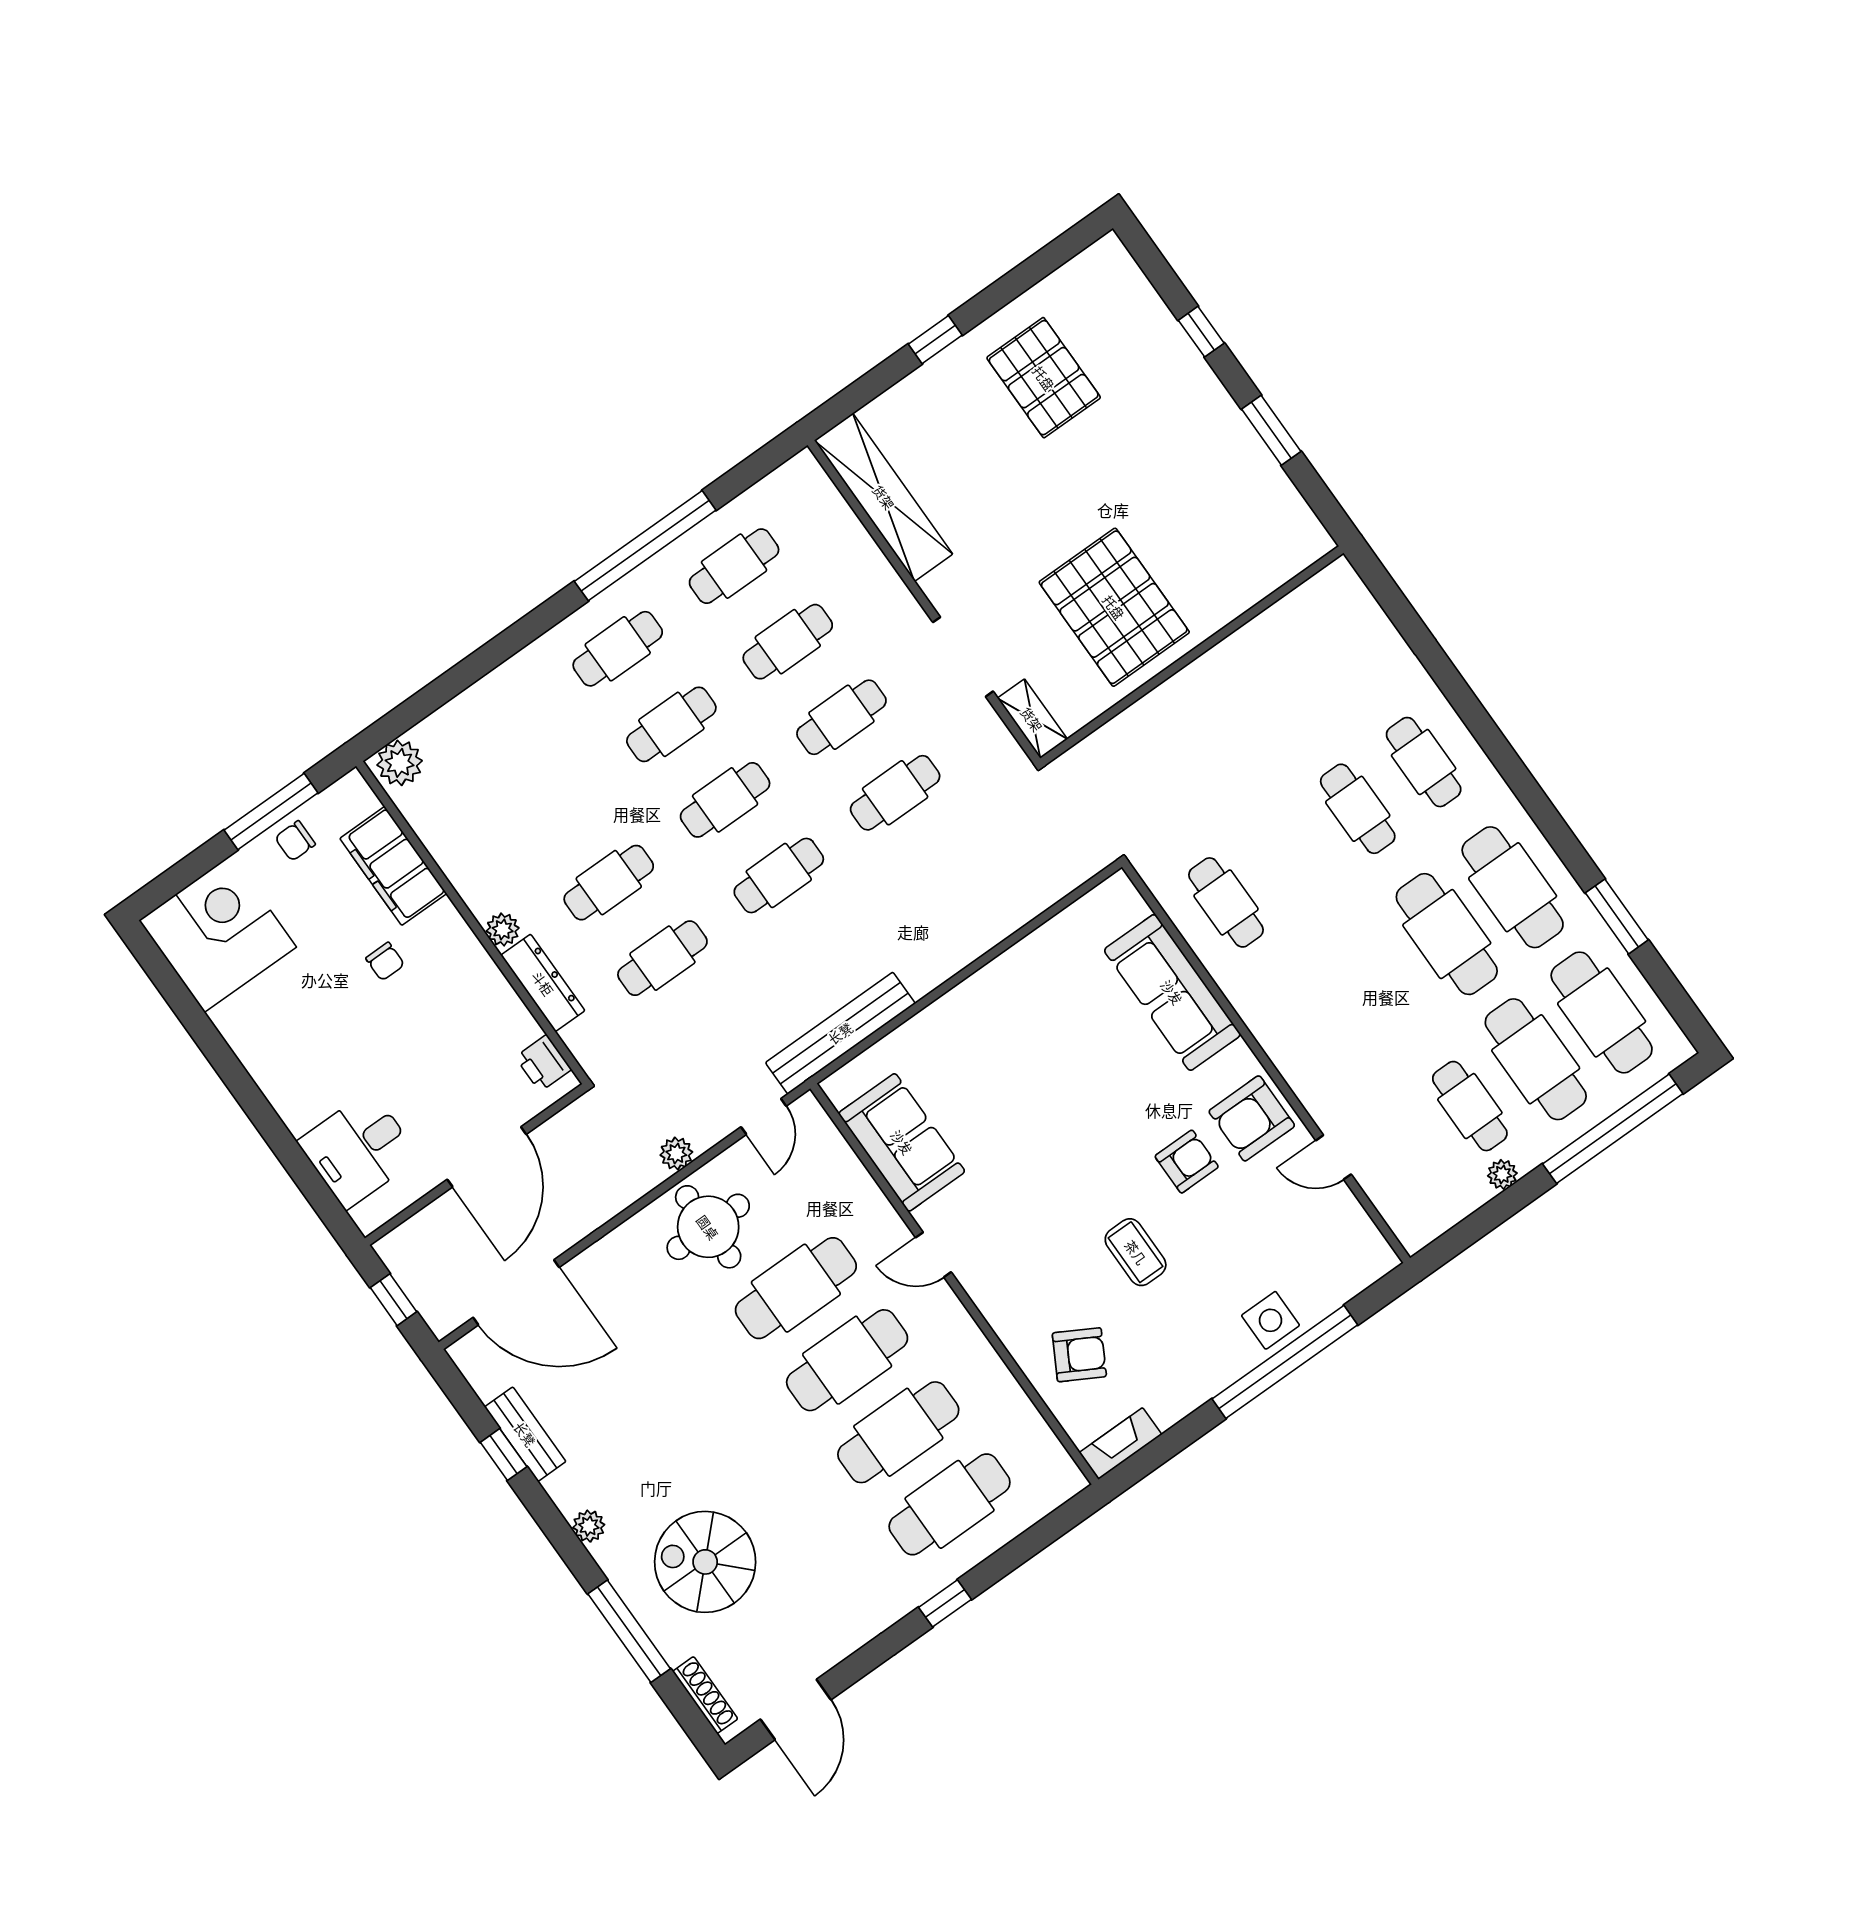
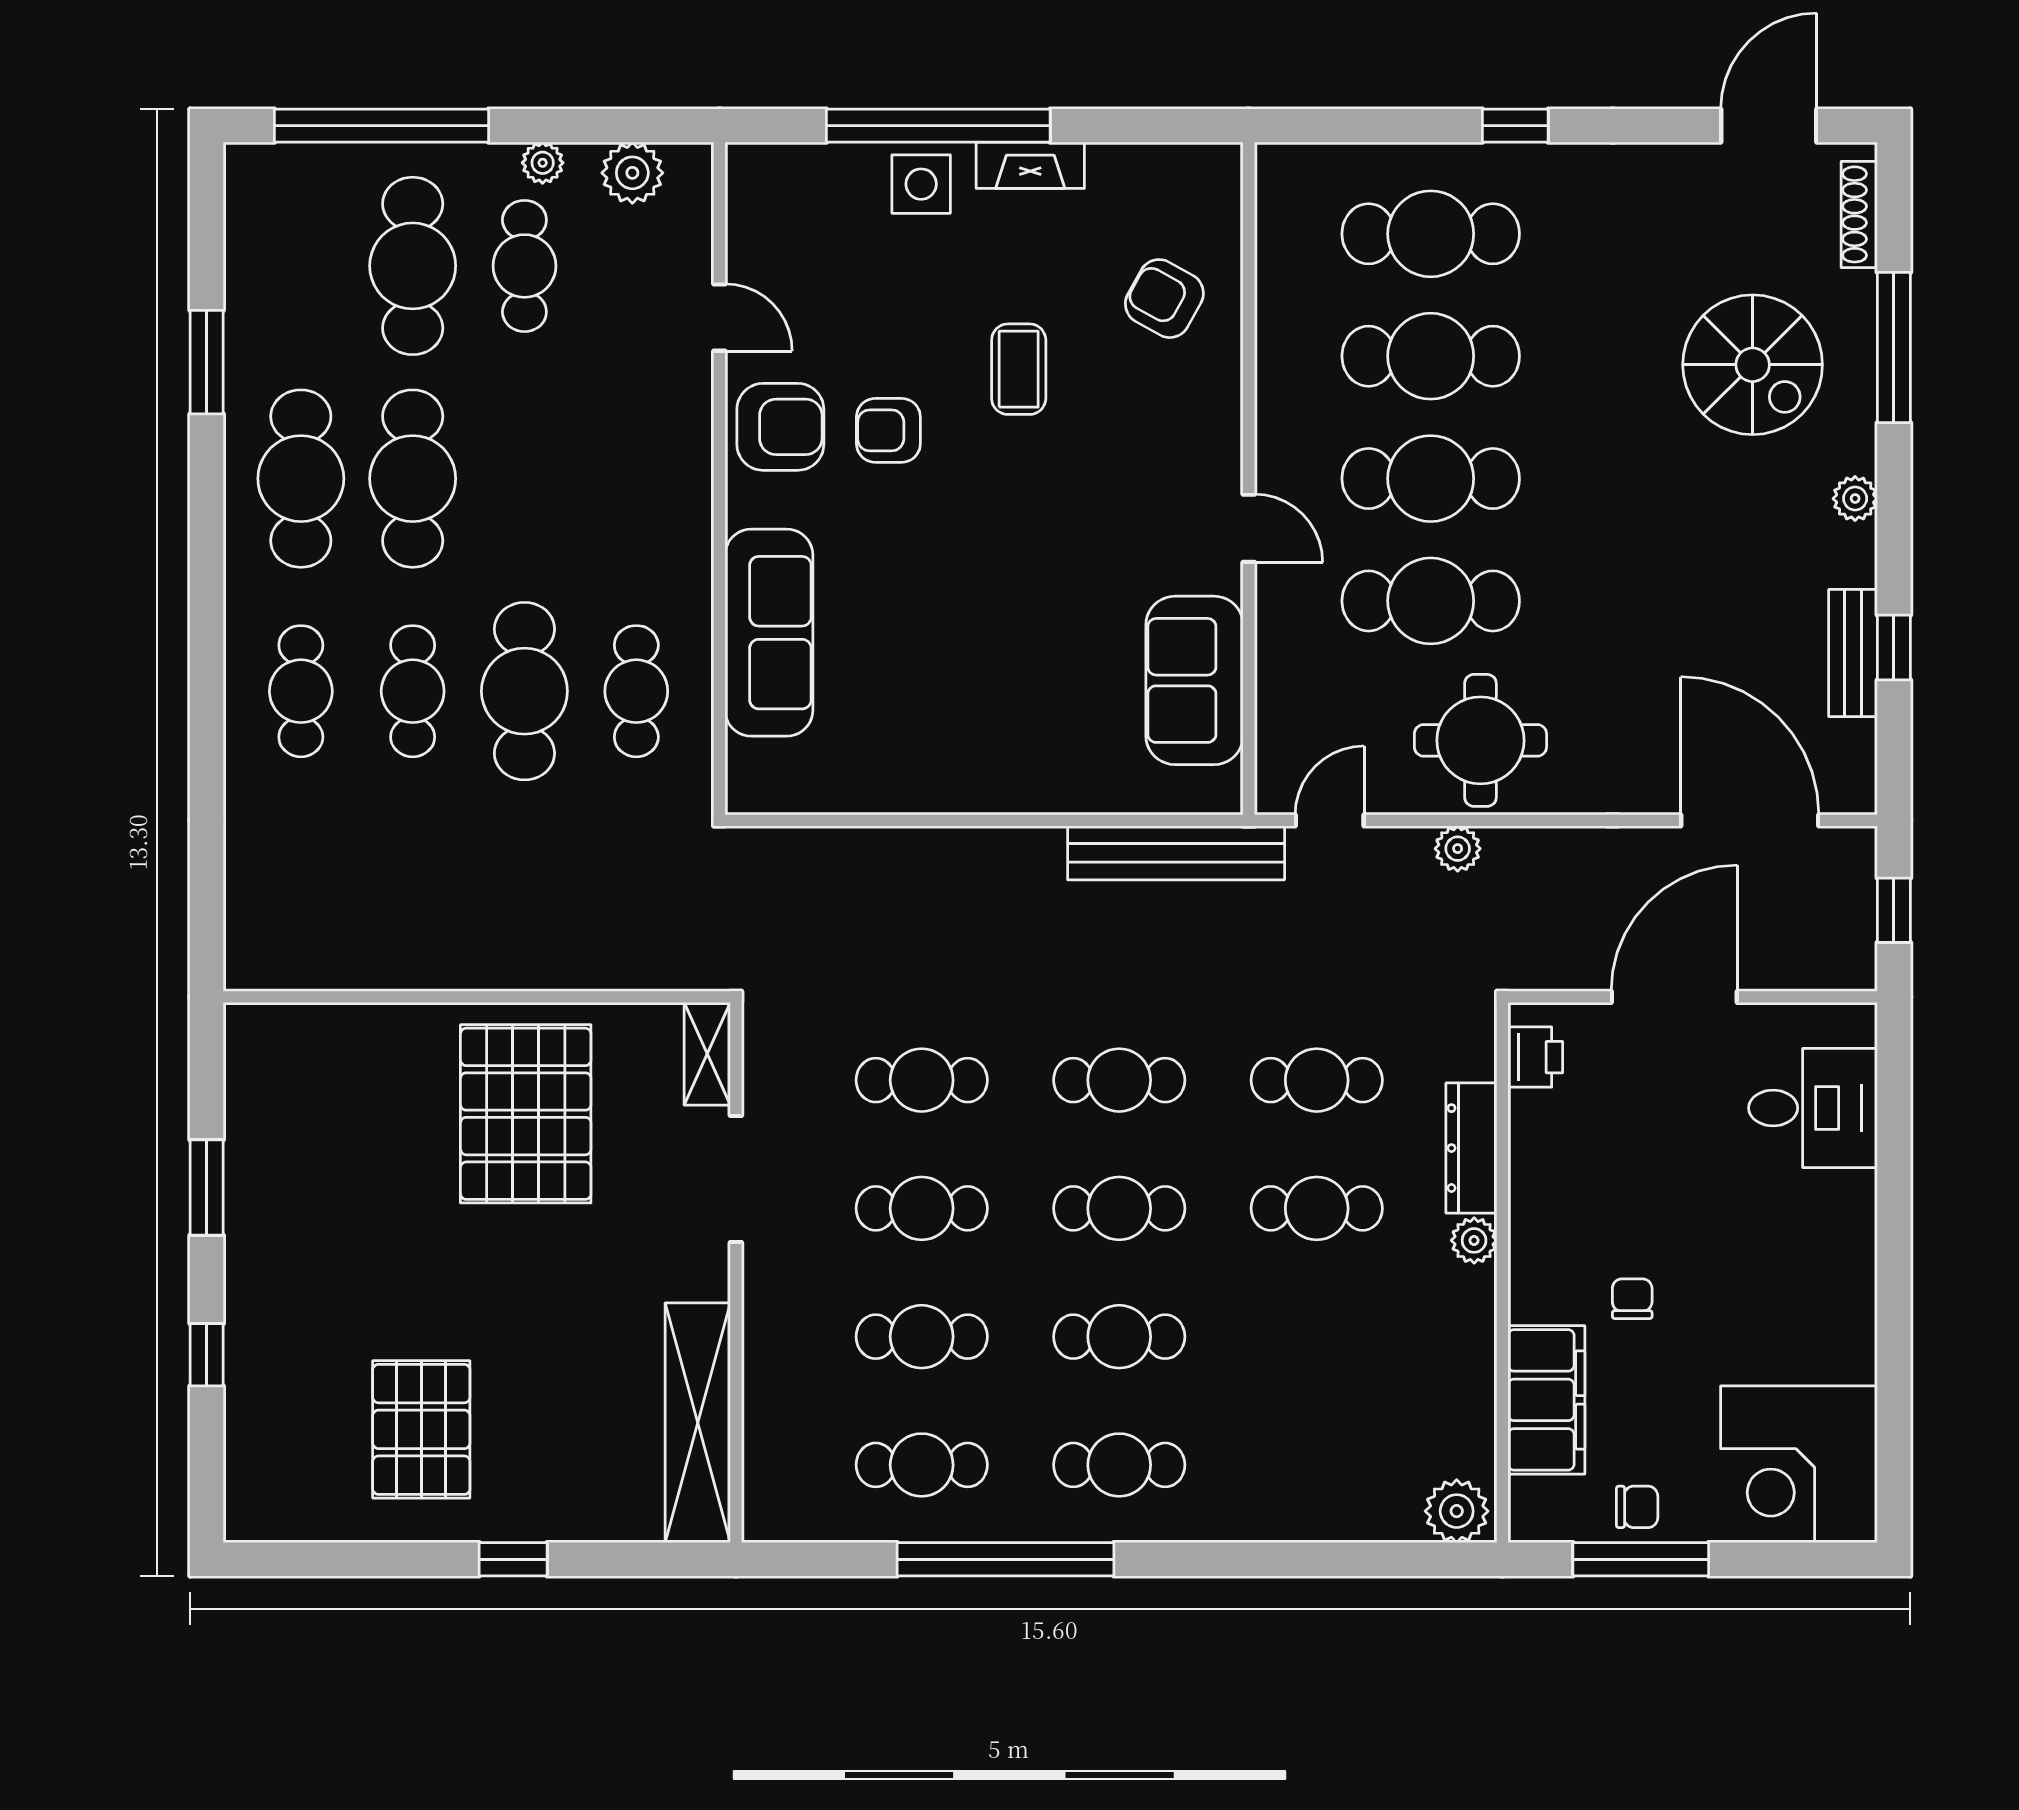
cafe table: (1602, 1012) -> (524, 691), moved
plant: (1445, 1206) -> (632, 173), added
fireplace: (1120, 1444) -> (1030, 165), moved

